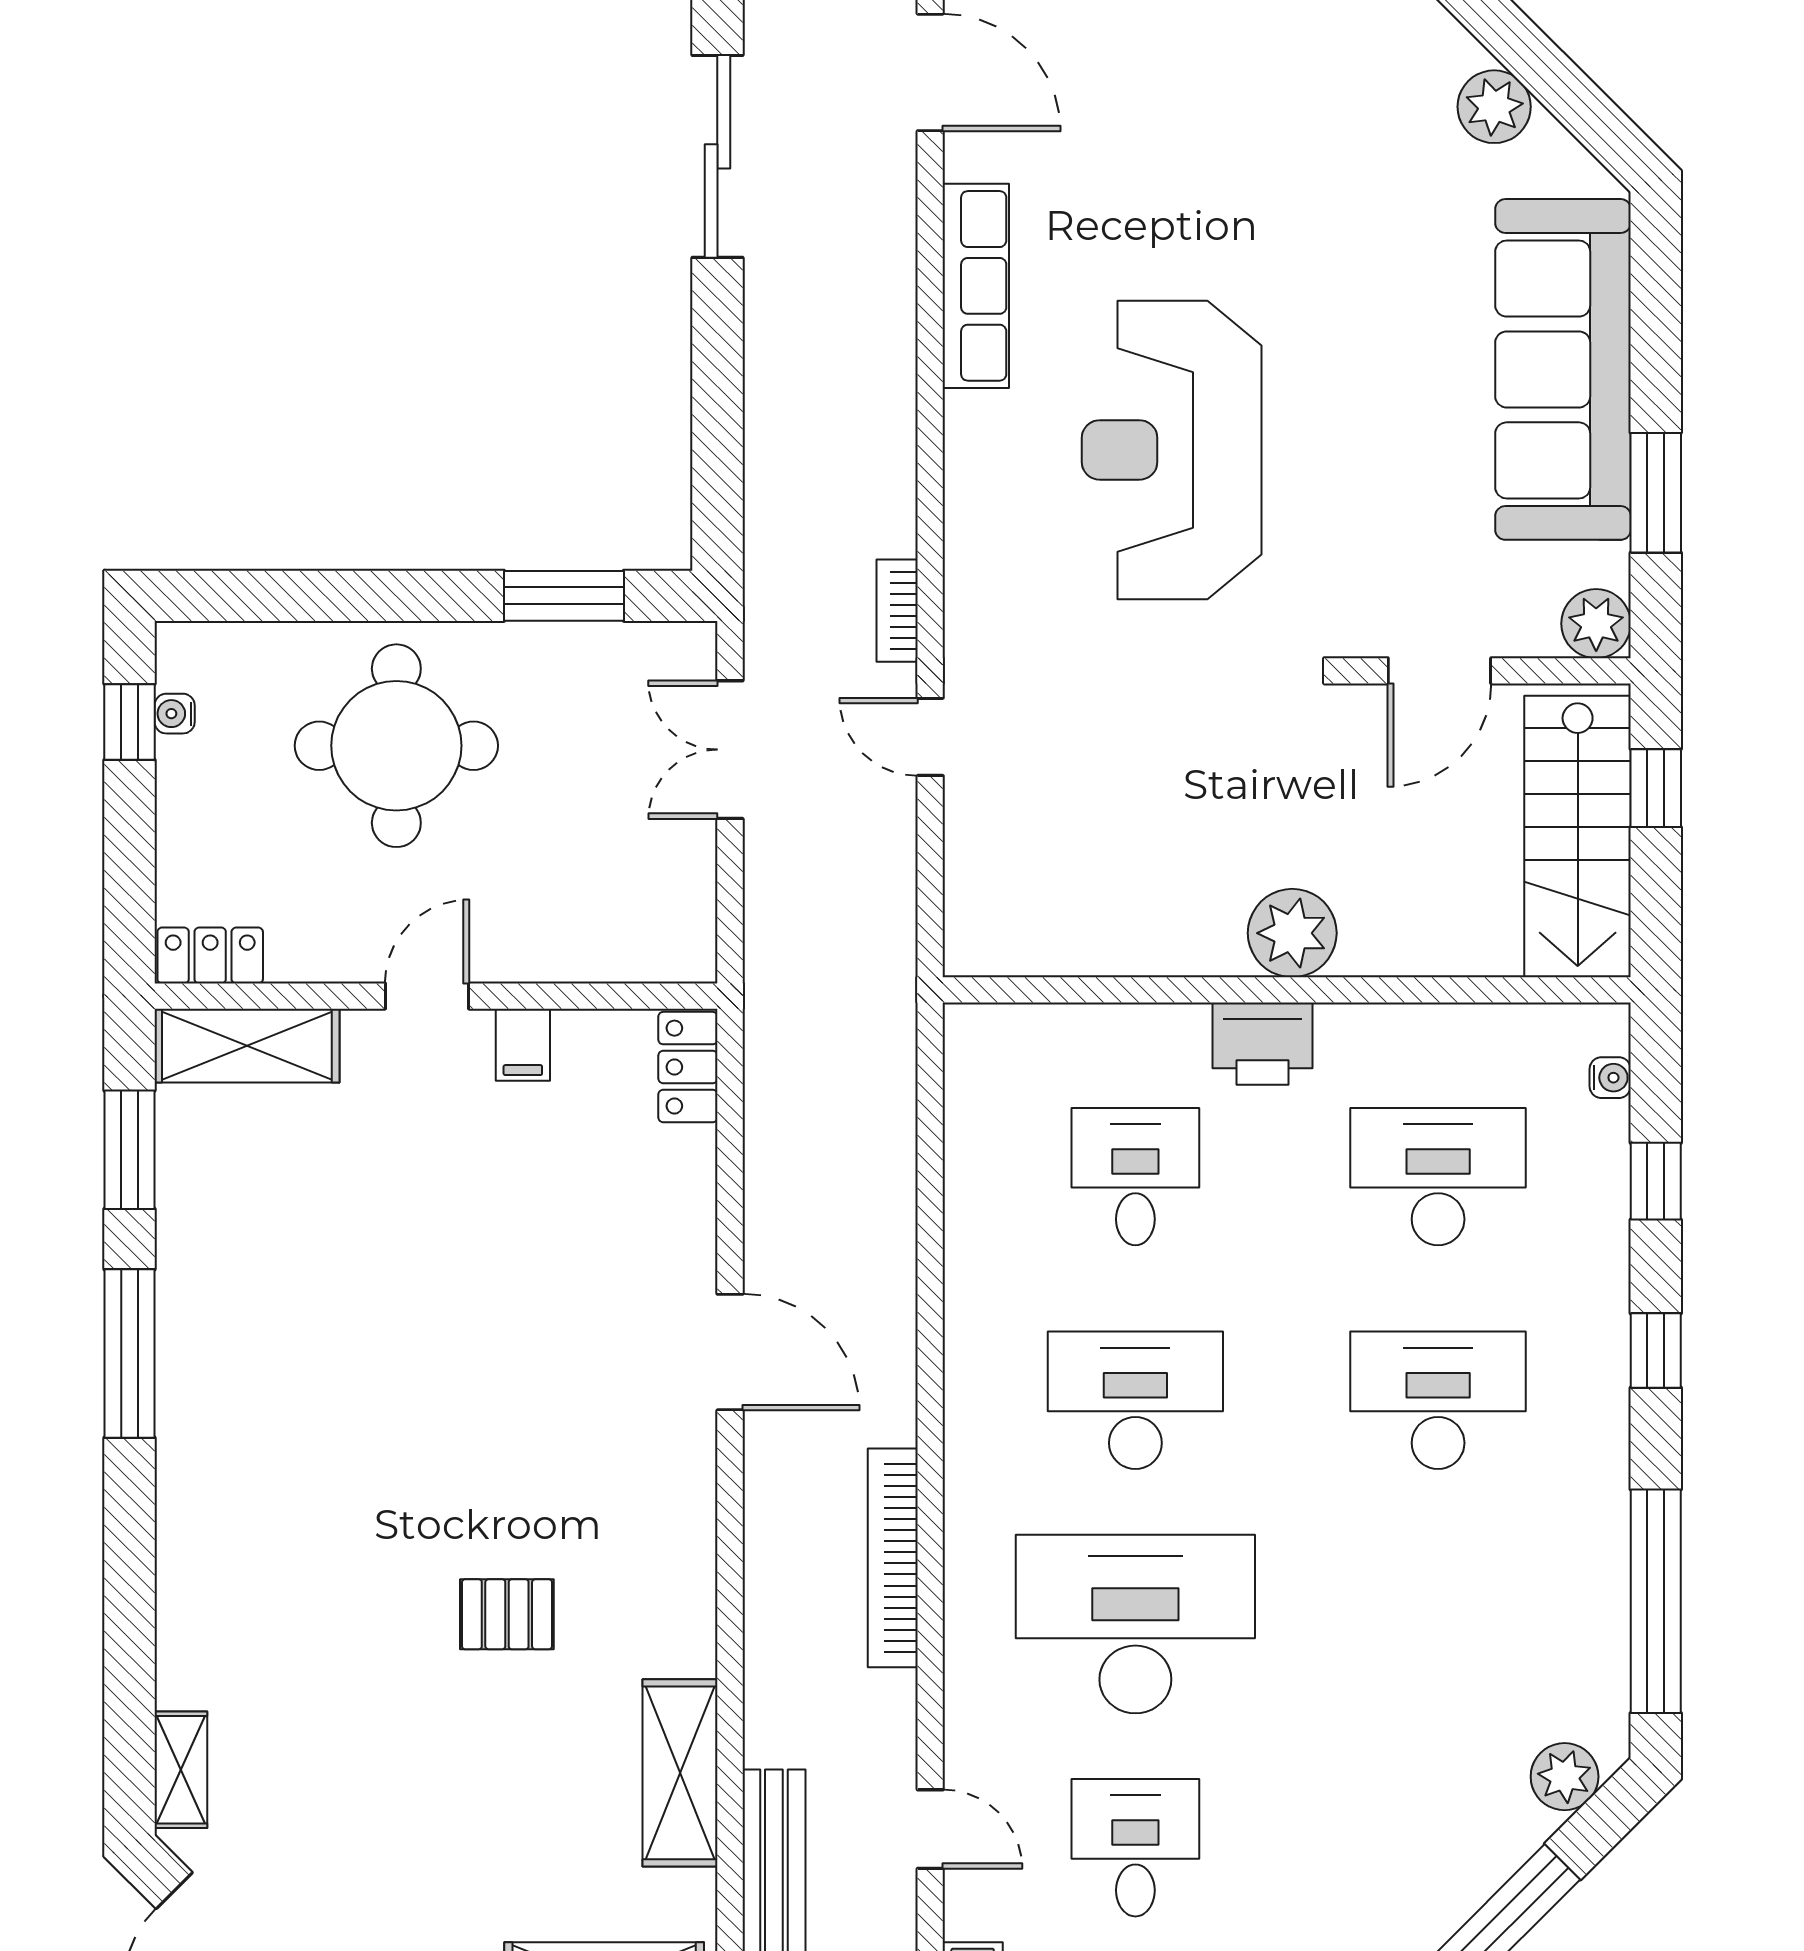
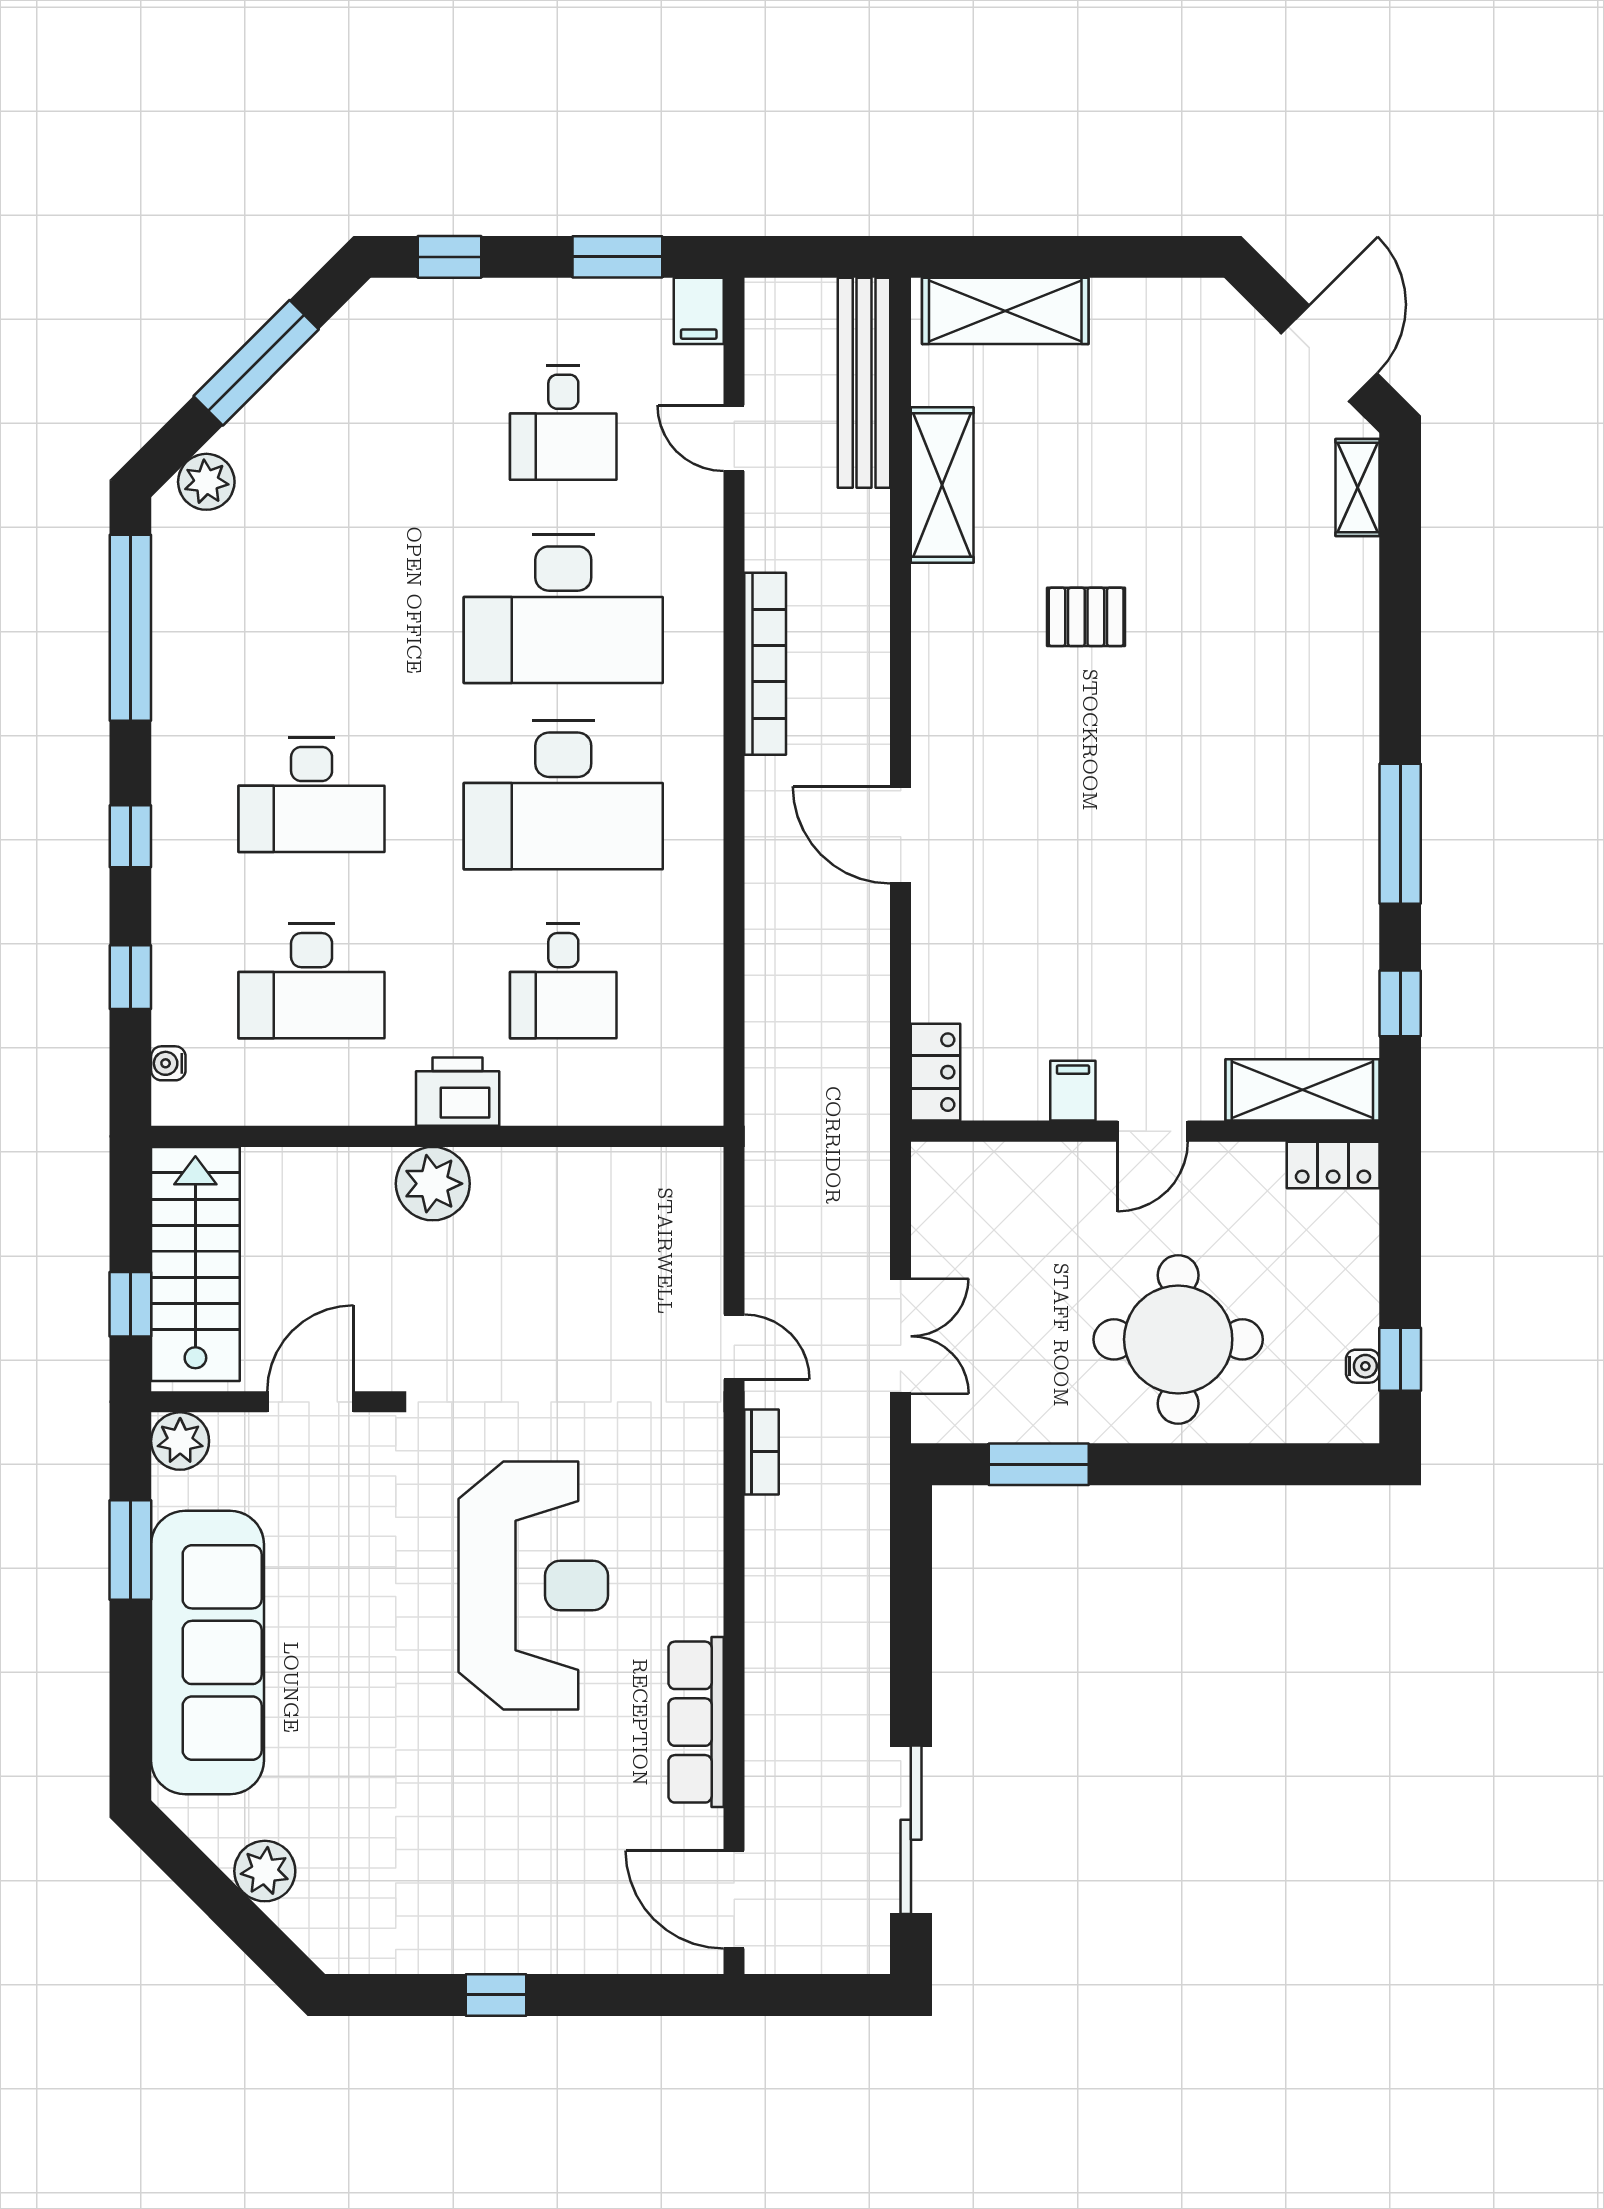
window: (130, 1150) -> (1400, 1003), width x0.67
desk: (1135, 1400) -> (563, 795), width x1.36, depth x1.30

